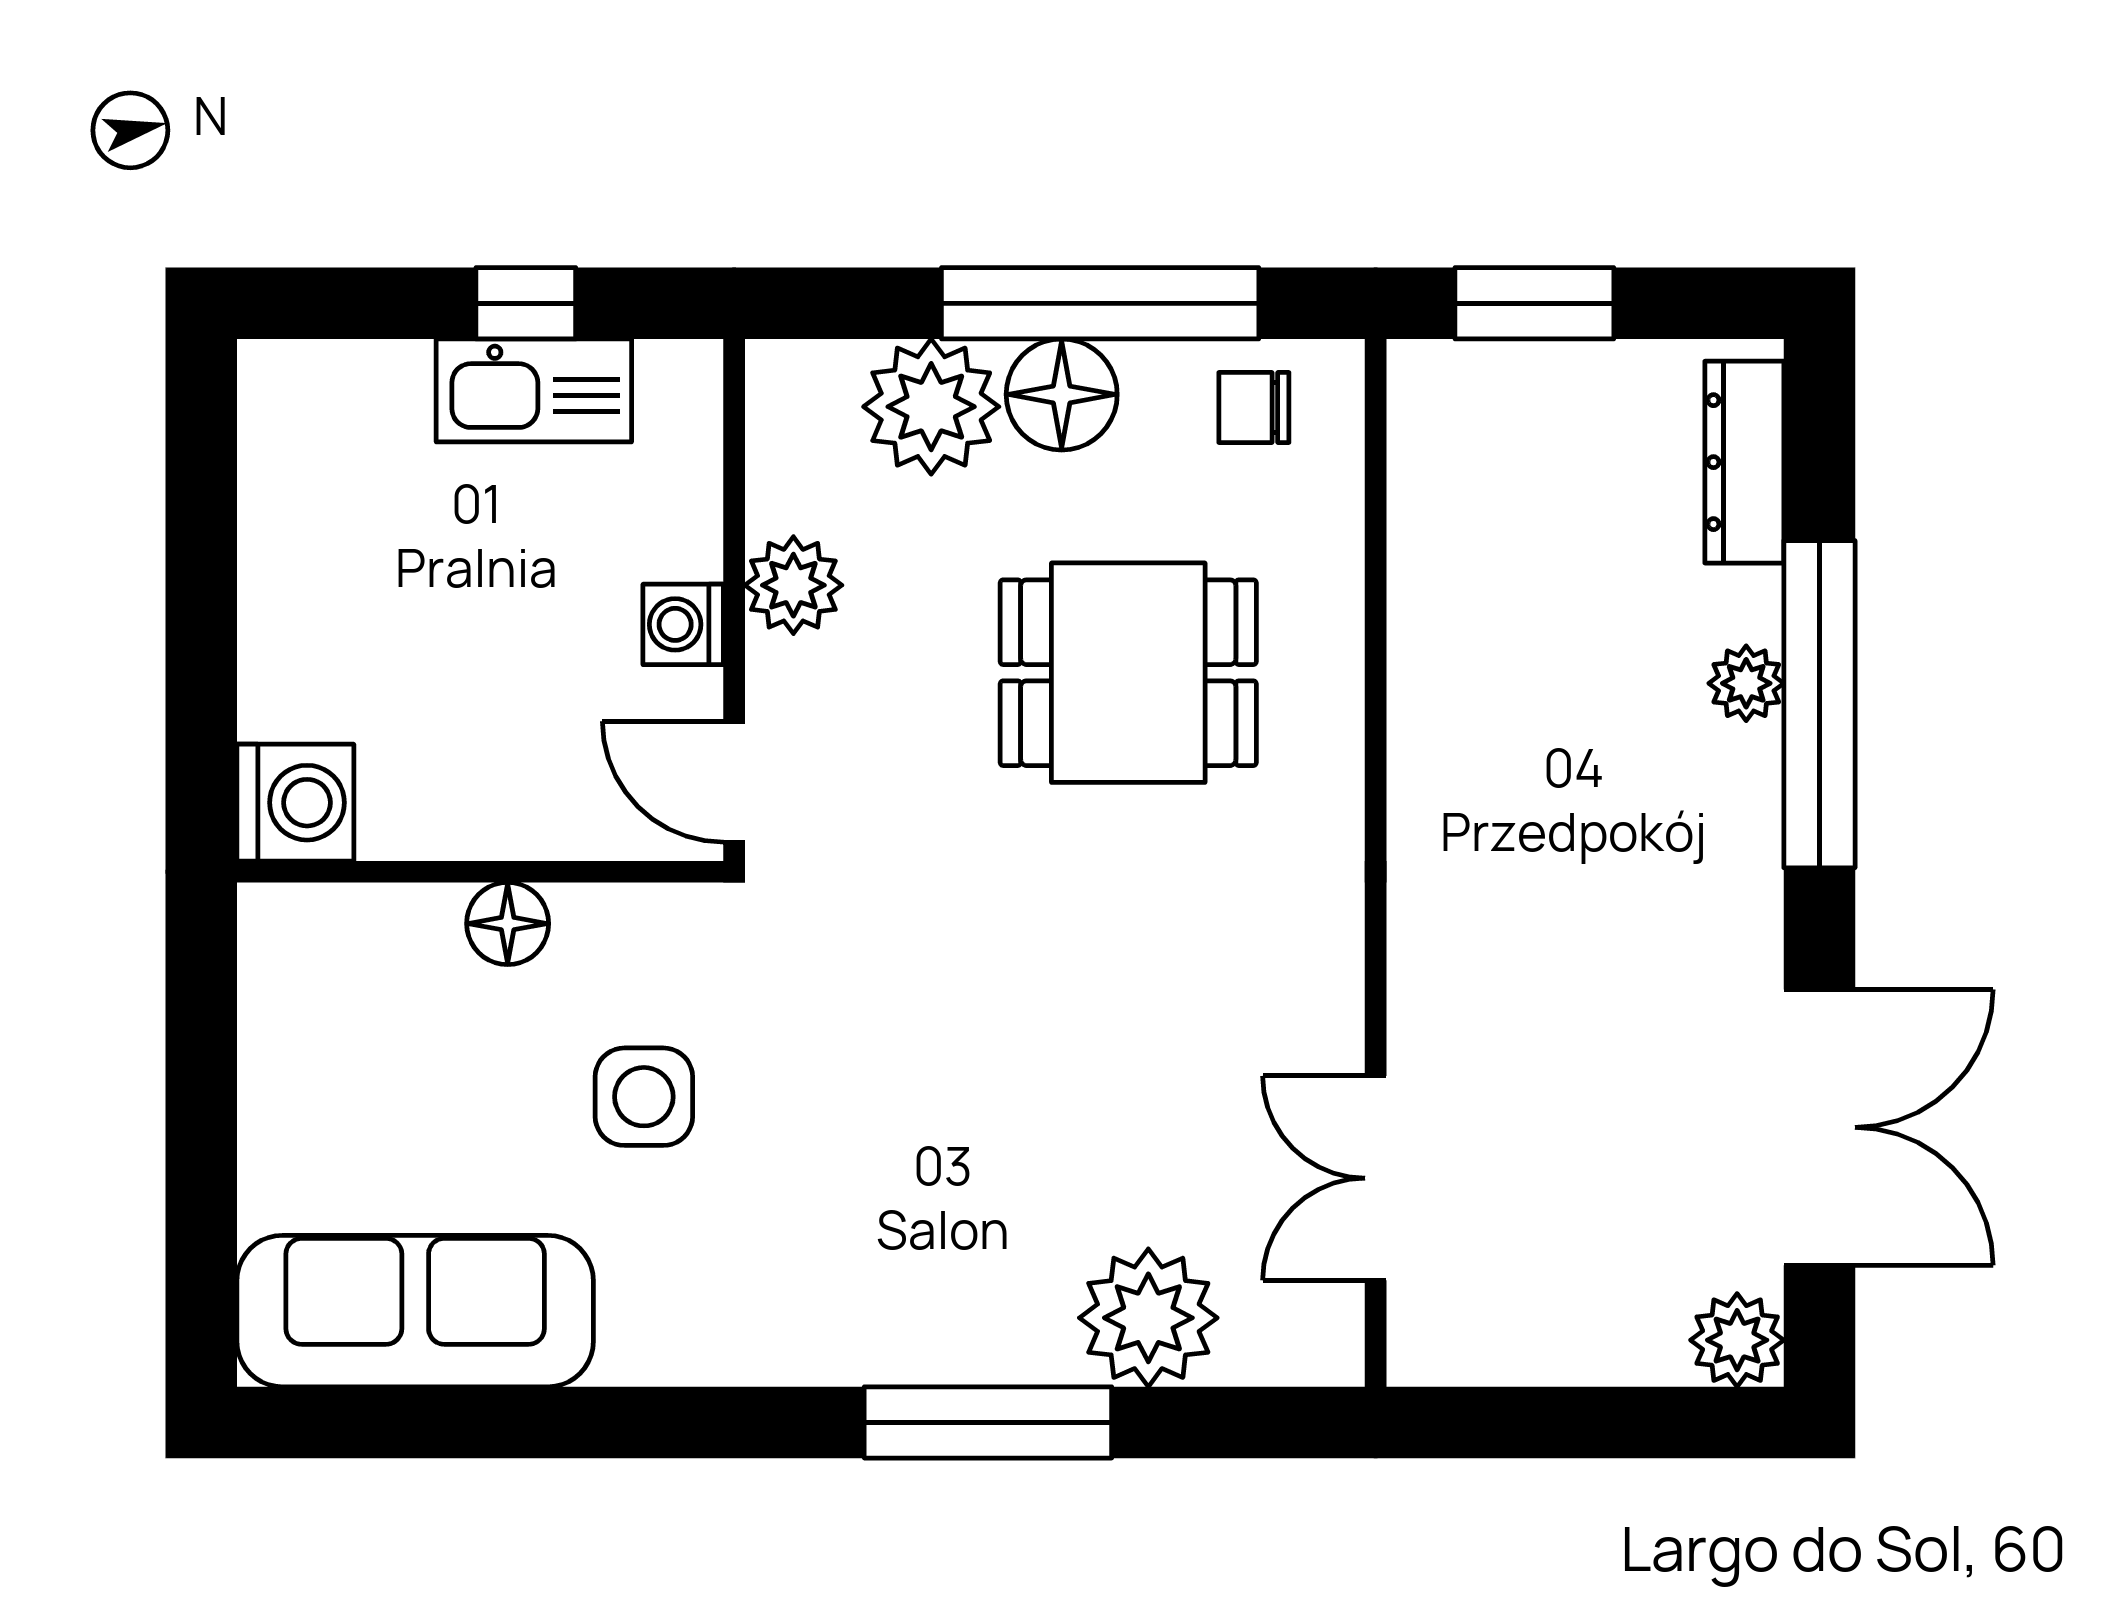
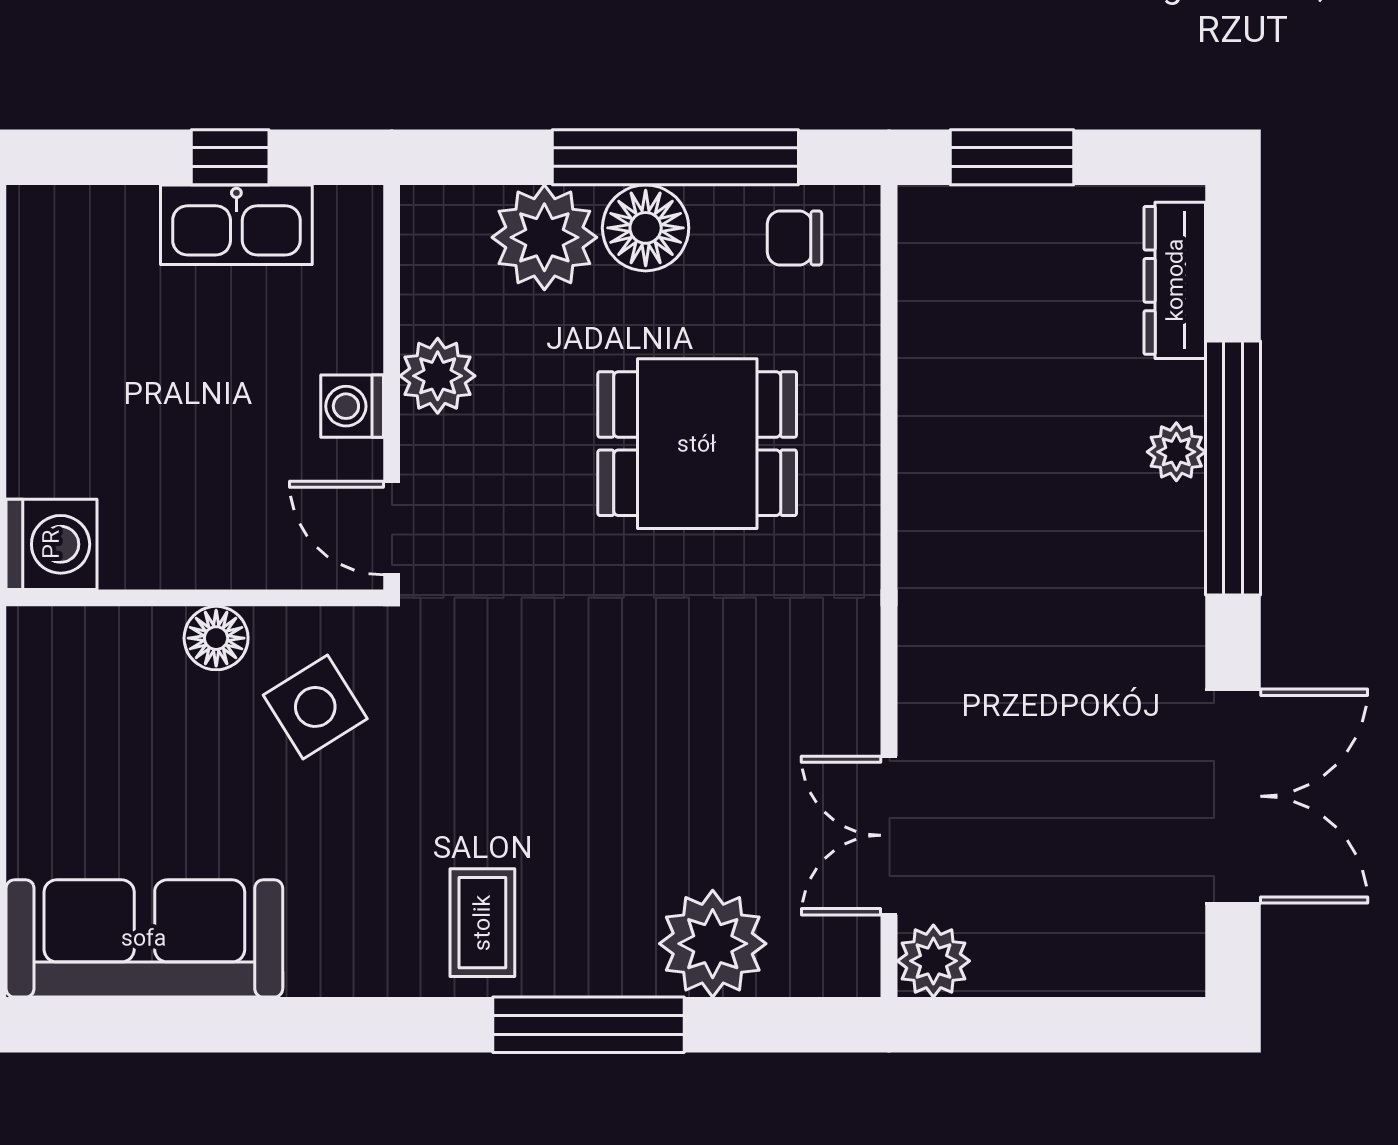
side table: (644, 1097) -> (315, 707), moved, turned -32
coffee table: (851, 1291) -> (482, 923), added
plant: (1737, 1340) -> (933, 961), moved

